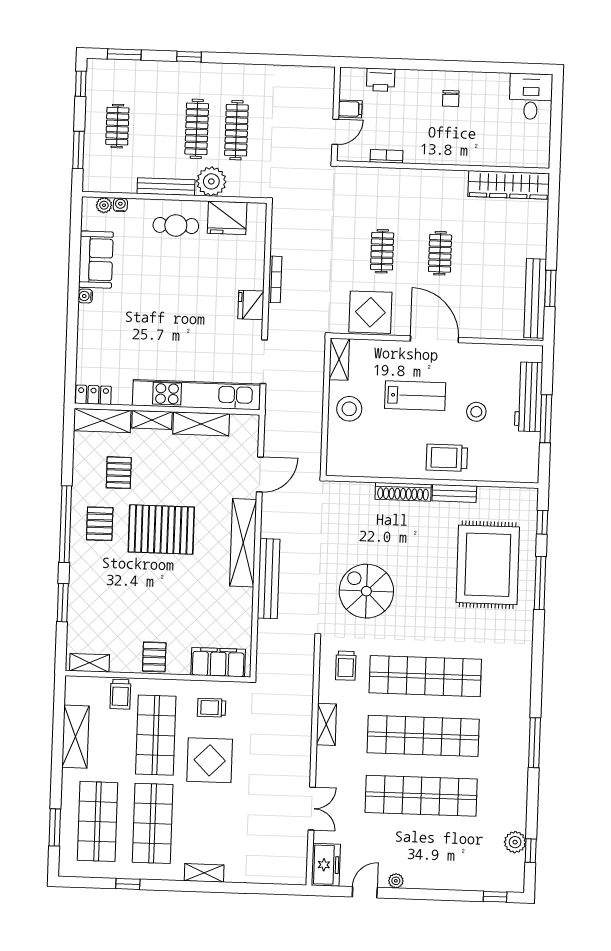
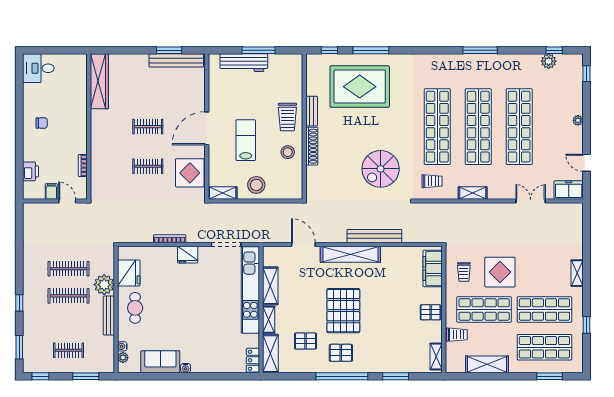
stool: (476, 412) -> (288, 152), moved
plant: (396, 881) -> (578, 120), moved

